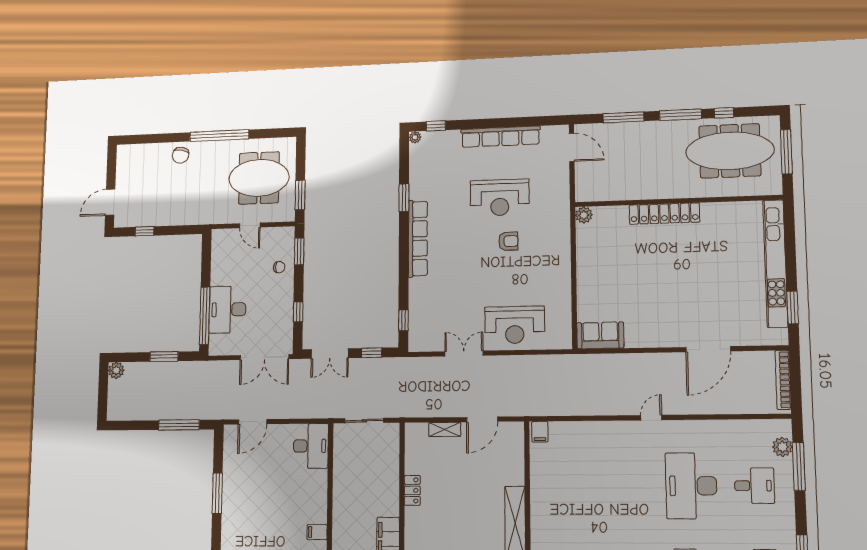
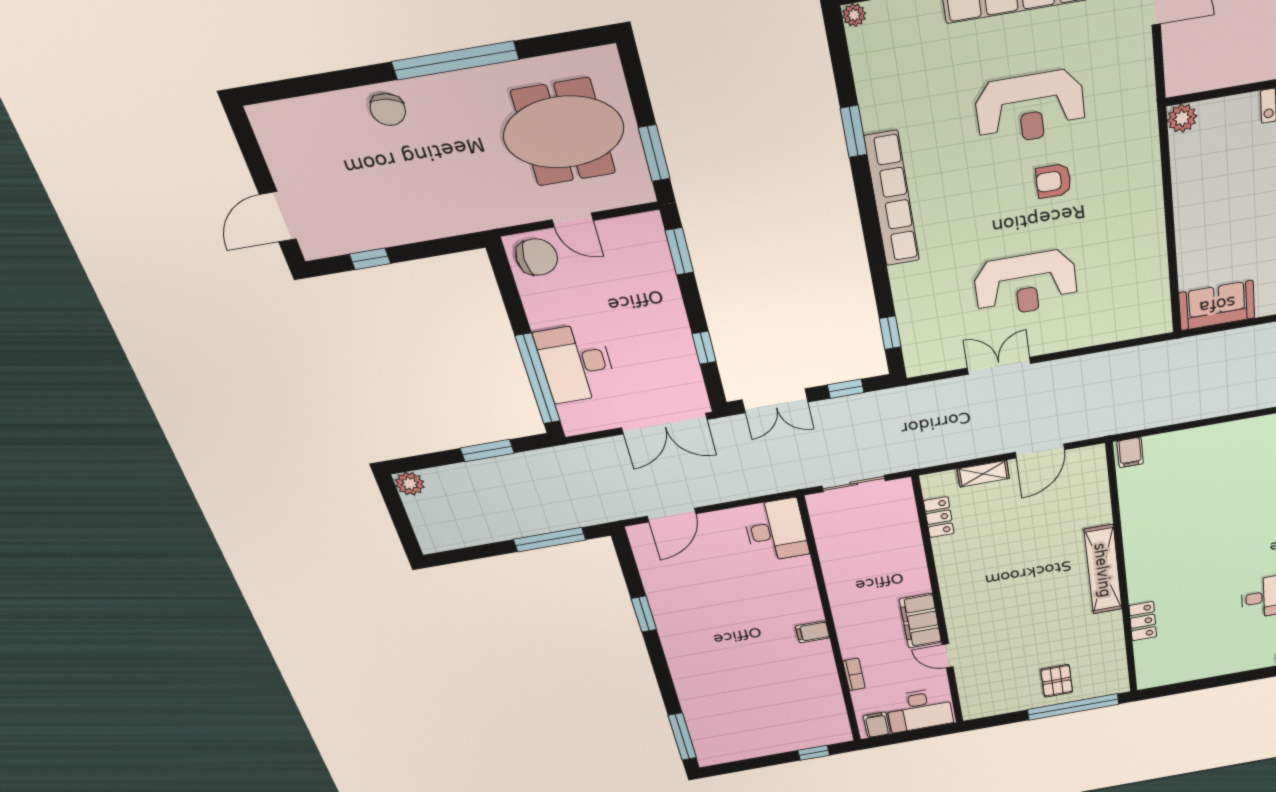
armchair: (508, 241) -> (1053, 181), turned 180
chair: (279, 267) -> (537, 257), moved, width x1.87, depth x1.87
reception desk: (515, 325) -> (1026, 284), moved
locker: (412, 490) -> (939, 517), moved
window: (217, 493) -> (644, 614), width x0.69

